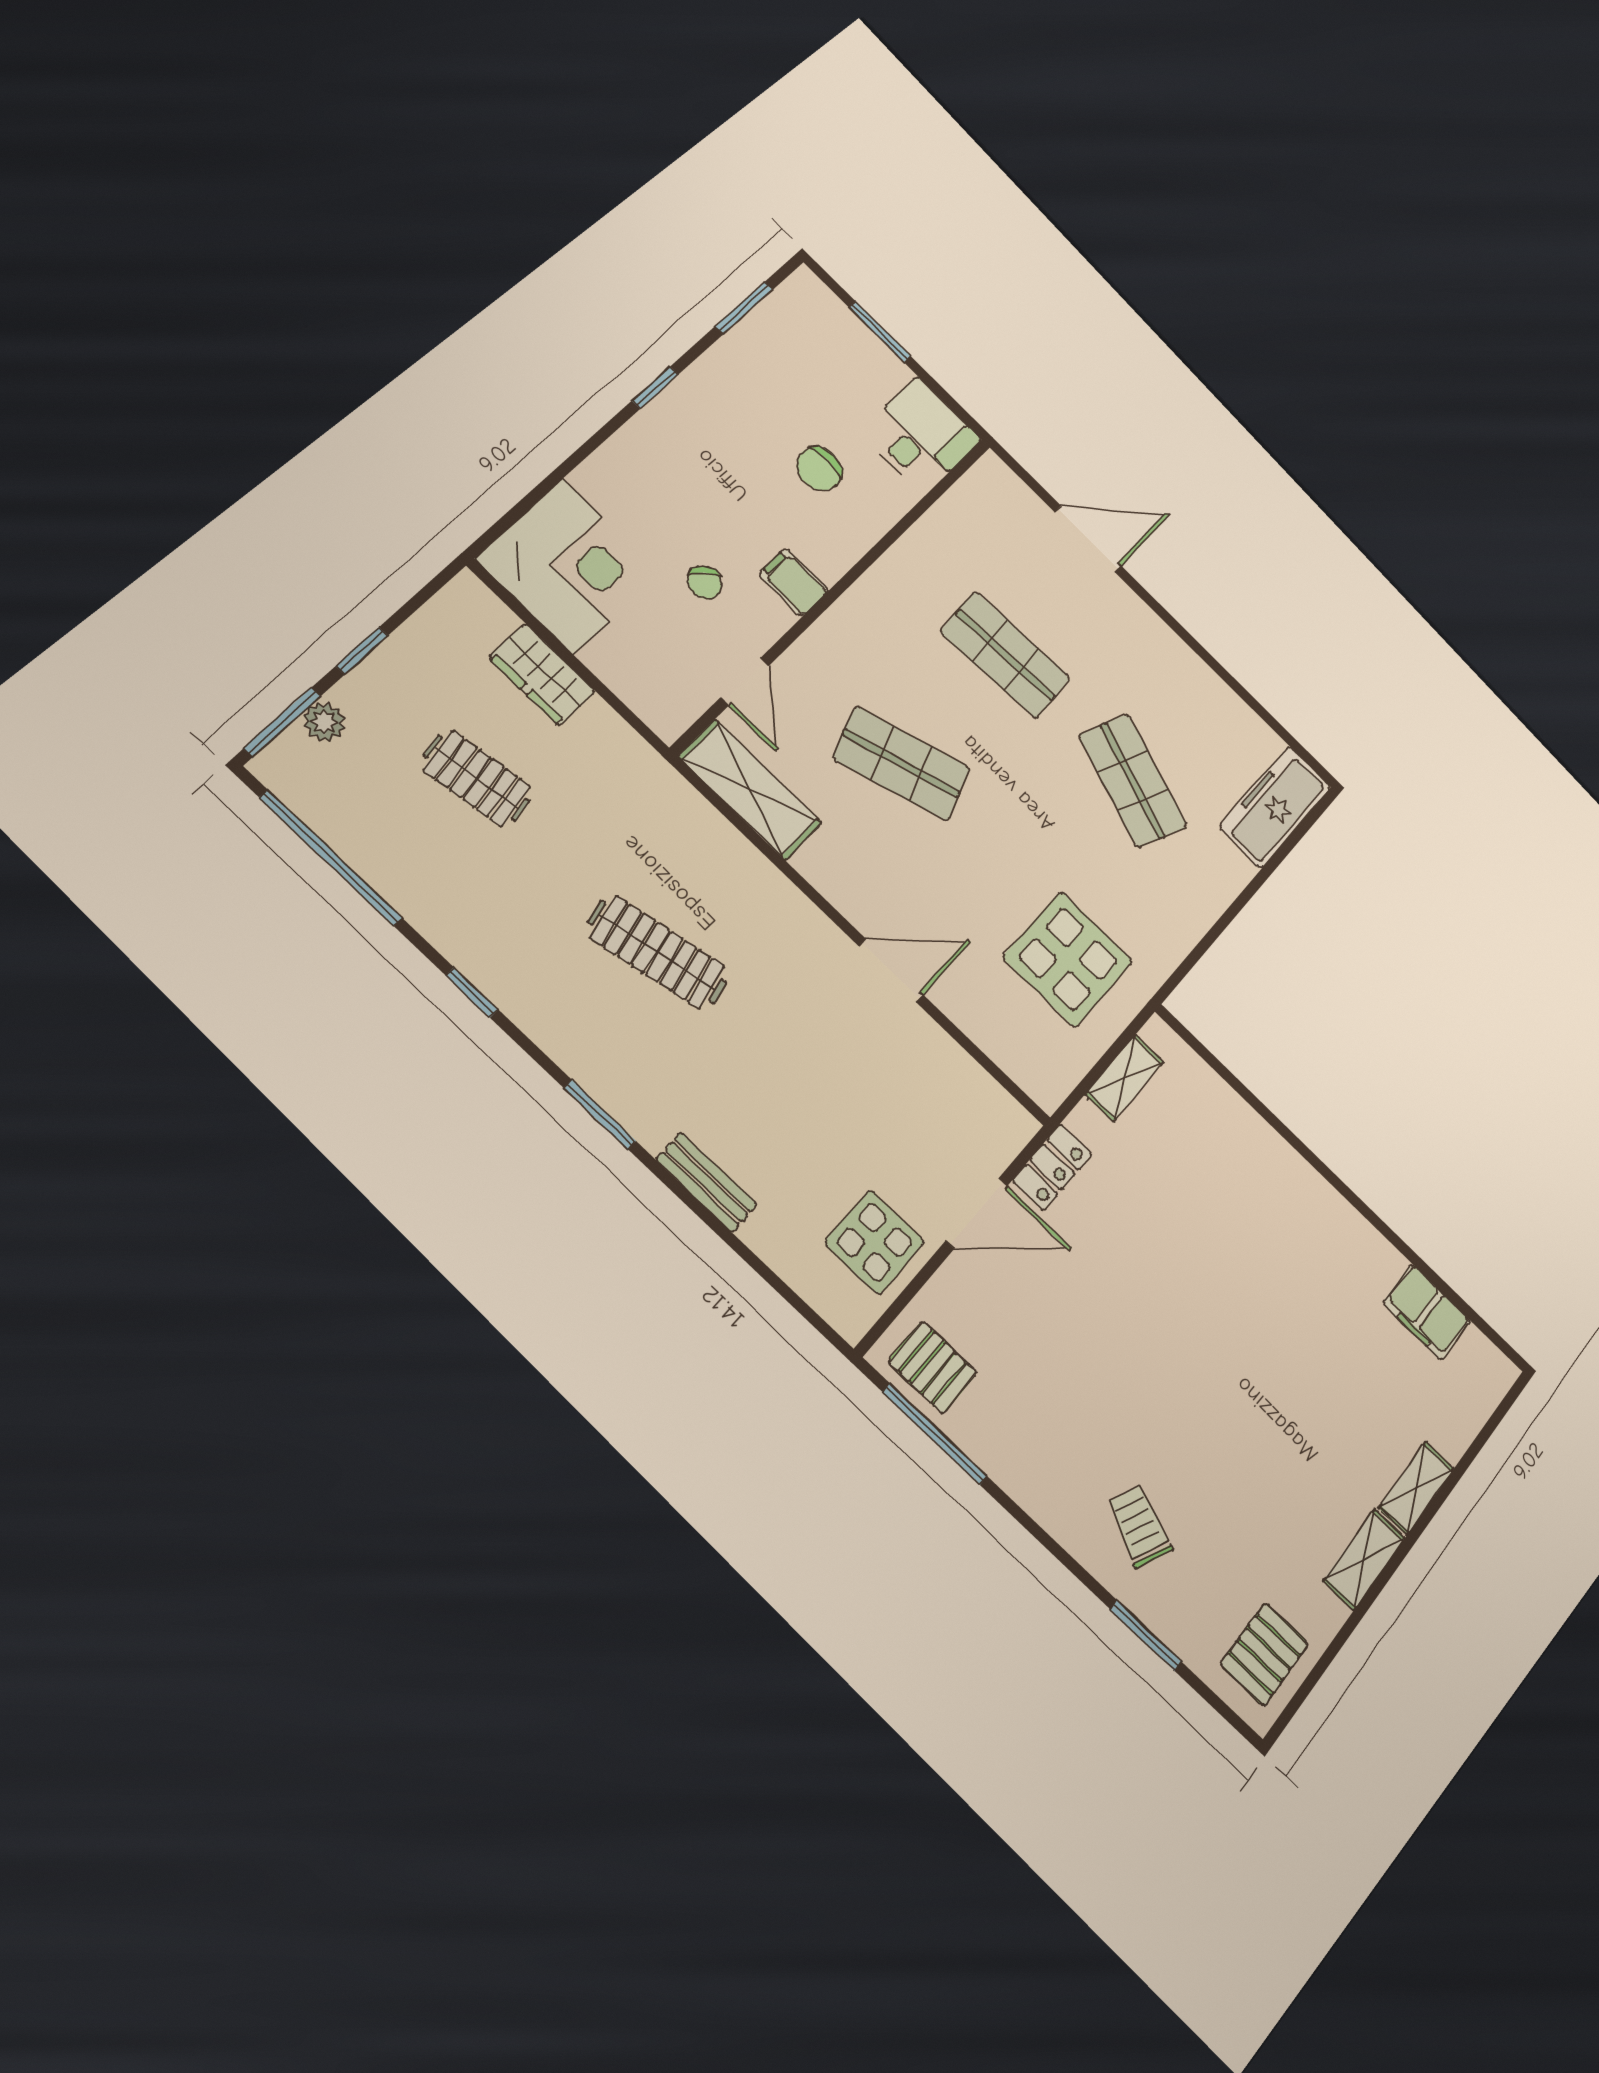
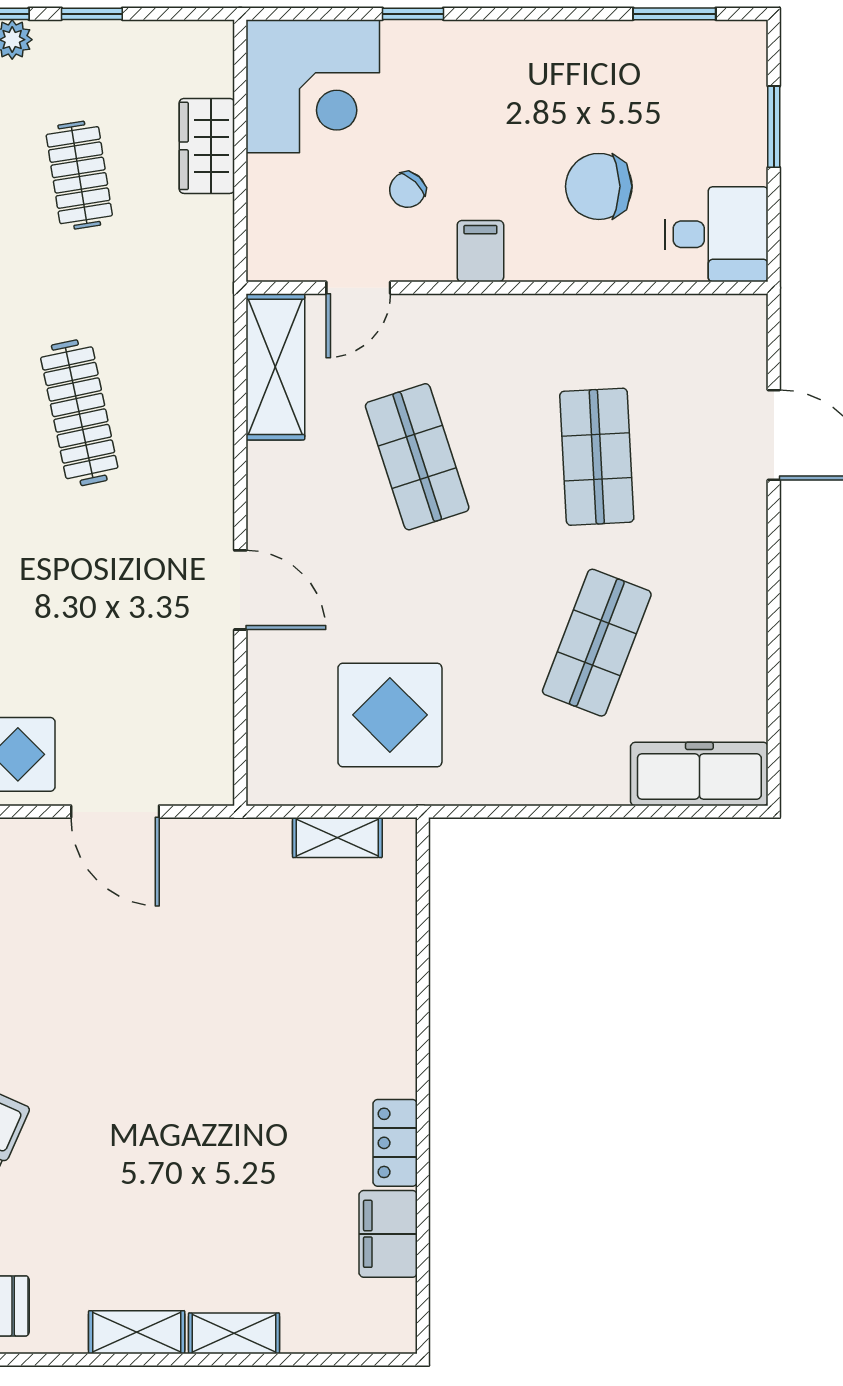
window: (655, 388) -> (413, 14), moved
chair: (819, 469) -> (599, 186), width x1.37, depth x1.37
locker: (1052, 1167) -> (395, 1143), moved, turned 90

